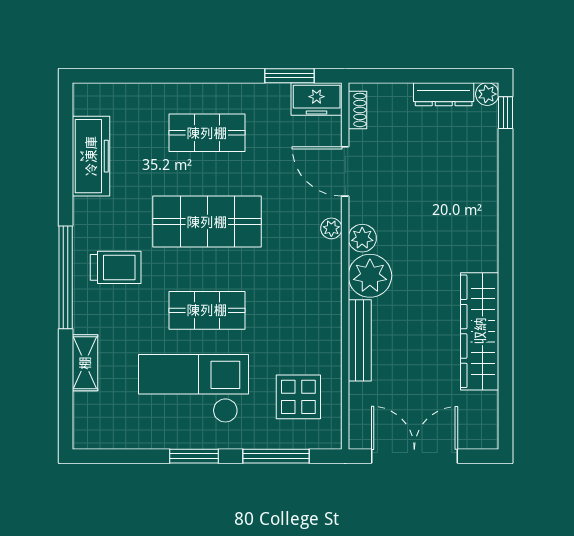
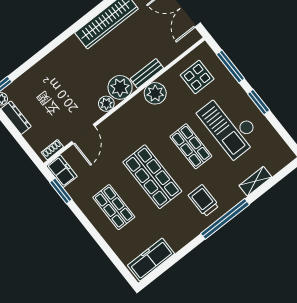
freezer: (91, 156) -> (151, 260), moved
plant: (331, 228) -> (155, 93), moved, width x1.87, depth x1.87
bench: (360, 340) -> (147, 73), width x0.73

